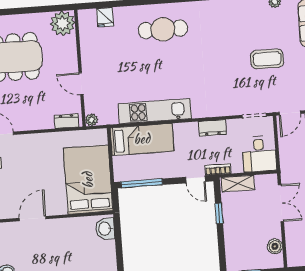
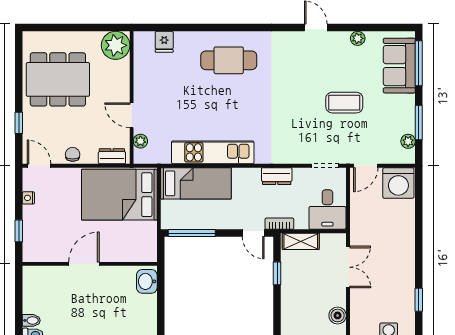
plant: (92, 120) -> (140, 141), moved
chair: (32, 122) -> (73, 154), added
bed: (88, 180) -> (119, 195), moved, turned -90
door: (33, 219) -> (84, 264), moved

